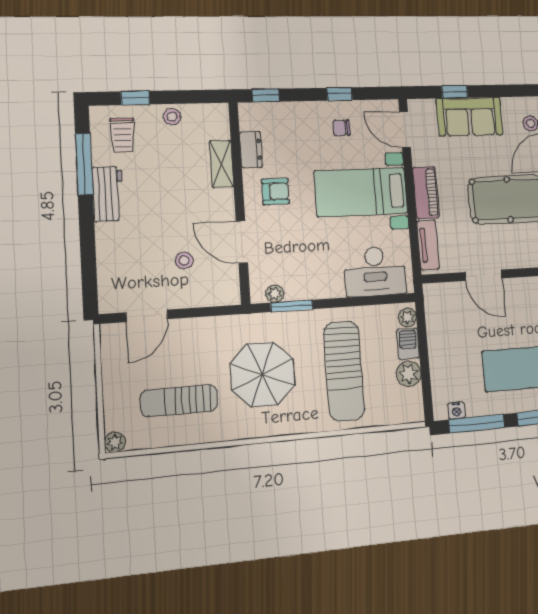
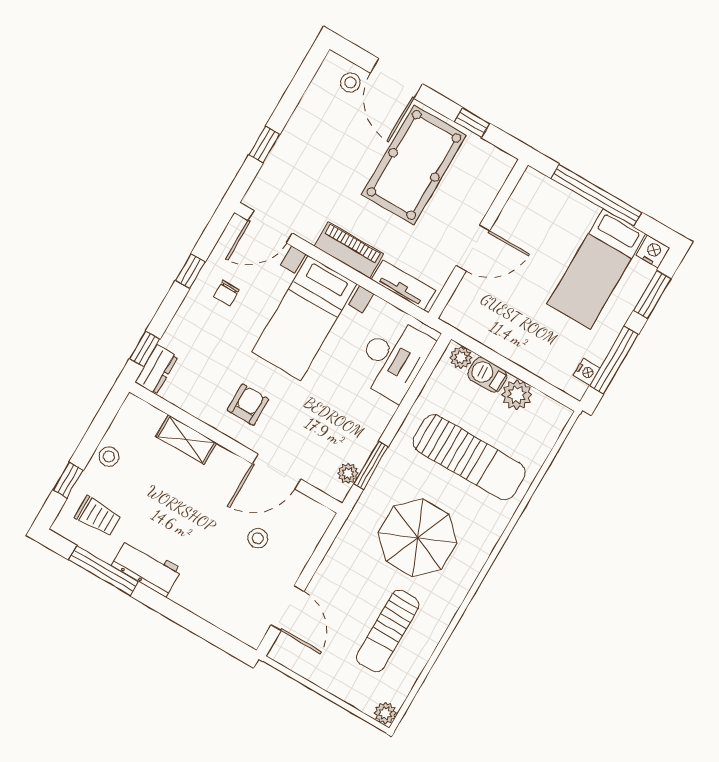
sofa: (470, 117) -> (301, 146), removed
dresser: (251, 150) -> (156, 370), moved, turned 90

